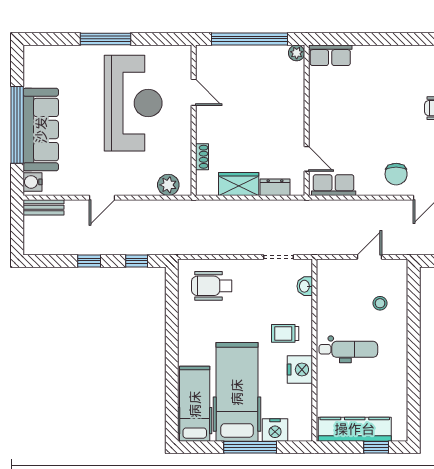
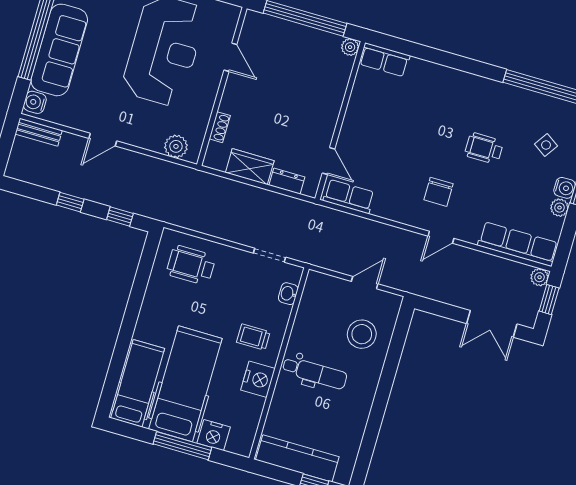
chair: (396, 174) -> (438, 192), moved
stool: (380, 303) -> (362, 334), width x1.89, depth x1.89

